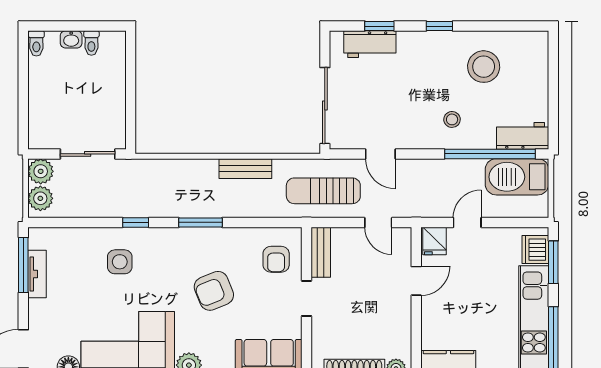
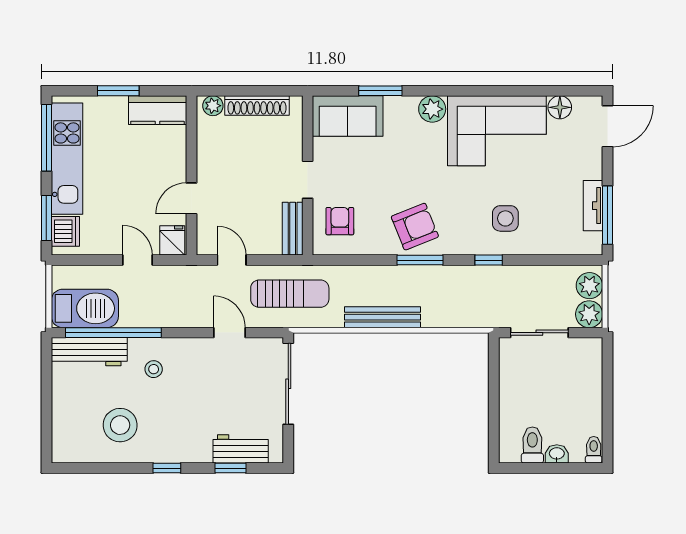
toilet: (91, 43) -> (532, 445), width x1.37, depth x1.39
workbench: (523, 136) -> (89, 352), width x1.38
bench: (245, 169) -> (383, 317), width x1.36
door: (467, 222) -> (138, 260), swing flipped
armchair: (214, 291) -> (415, 227), moved

